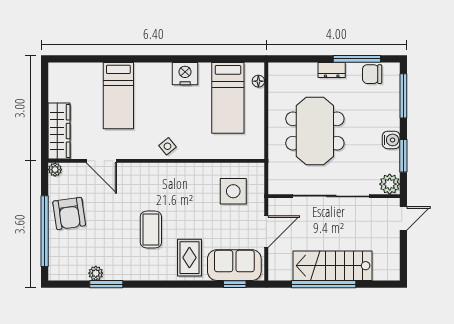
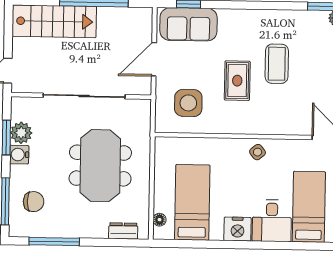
dresser: (332, 70) -> (123, 231), moved
chair: (372, 74) -> (34, 202), moved
desk: (153, 82) -> (272, 221), added
plant: (390, 184) -> (21, 133), moved
rug: (189, 258) -> (237, 81), moved
stairs: (332, 266) -> (54, 21), moved

